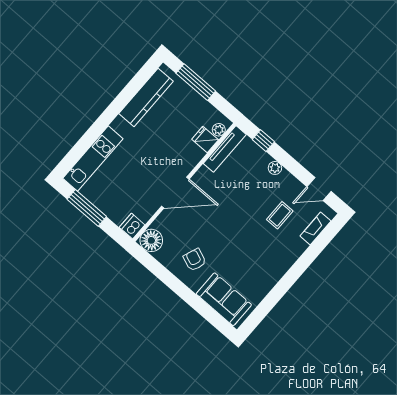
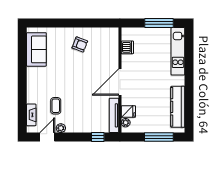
plant: (275, 168) -> (61, 128), moved
door: (175, 193) -> (120, 82), moved
dishwasher: (132, 226) -> (127, 47), moved
floor lamp: (151, 240) -> (111, 35), removed
sofa: (224, 299) -> (36, 49), moved, turned -90

